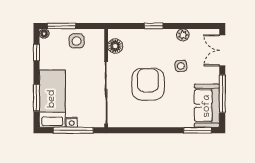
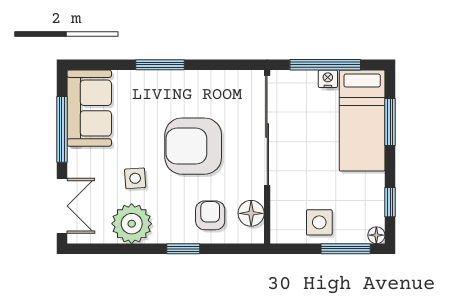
plant: (183, 35) -> (132, 224), width x1.88, depth x1.88
armchair: (138, 45) -> (210, 215), added
armchair: (148, 84) -> (193, 146), turned 90
window: (198, 130) -> (160, 65), moved

